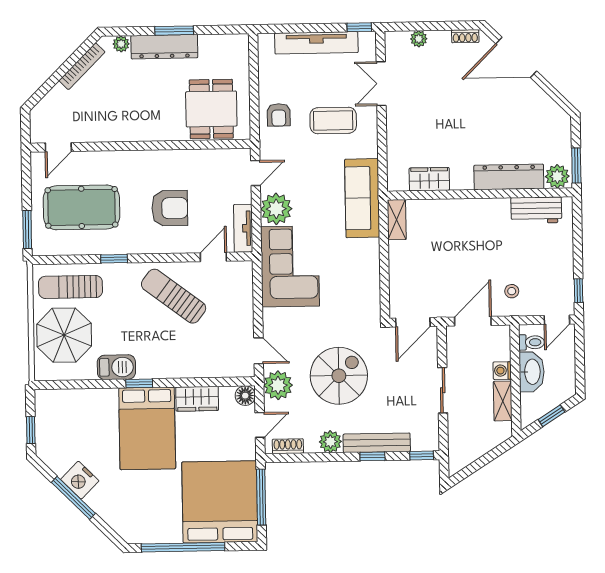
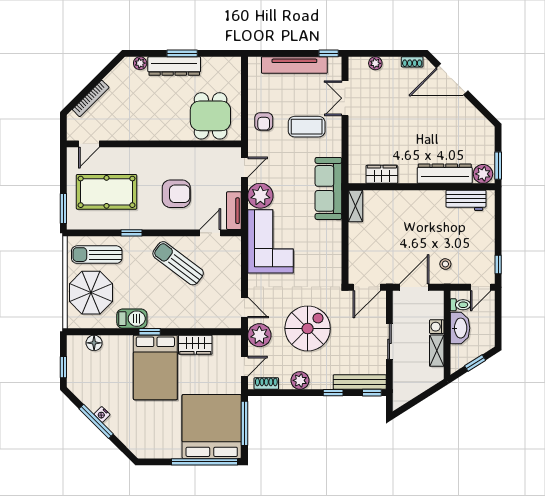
bookcase: (82, 66) -> (91, 98), moved
floor lamp: (245, 396) -> (94, 343), moved
bench: (377, 443) -> (360, 382), moved
nightstand: (80, 480) -> (102, 414), width x0.53, depth x0.56
window: (183, 547) -> (205, 462), moved

